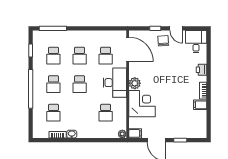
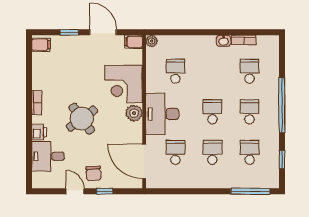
desk: (196, 42) -> (48, 156), moved, turned 90
round table: (171, 79) -> (82, 119), added
filing cabinet: (200, 105) -> (41, 45), moved

